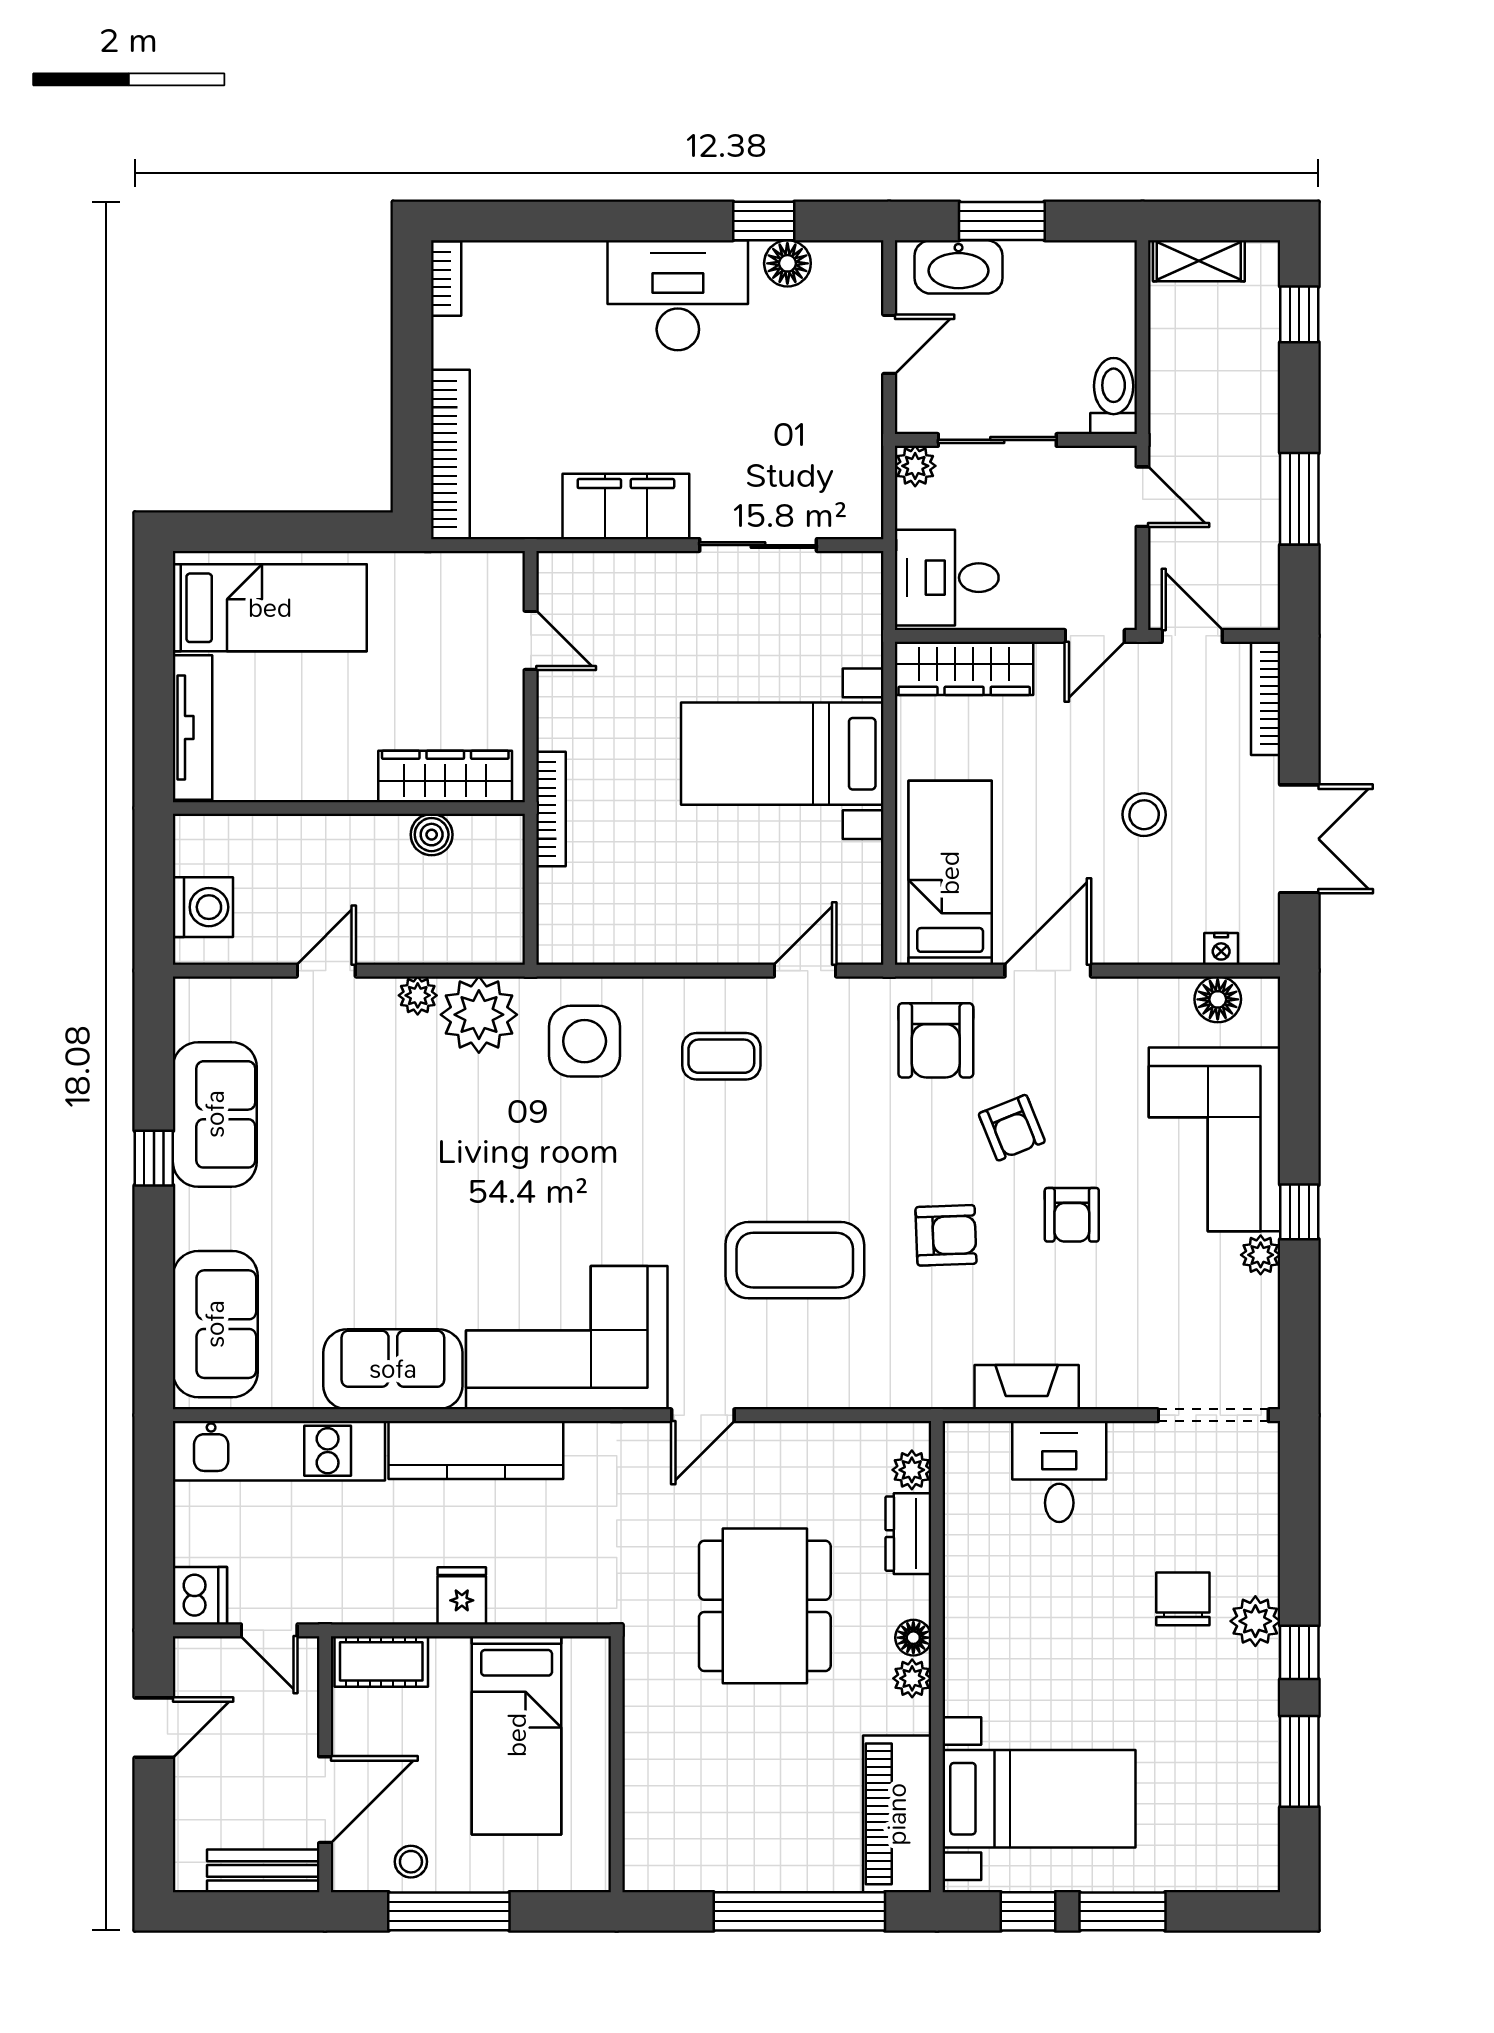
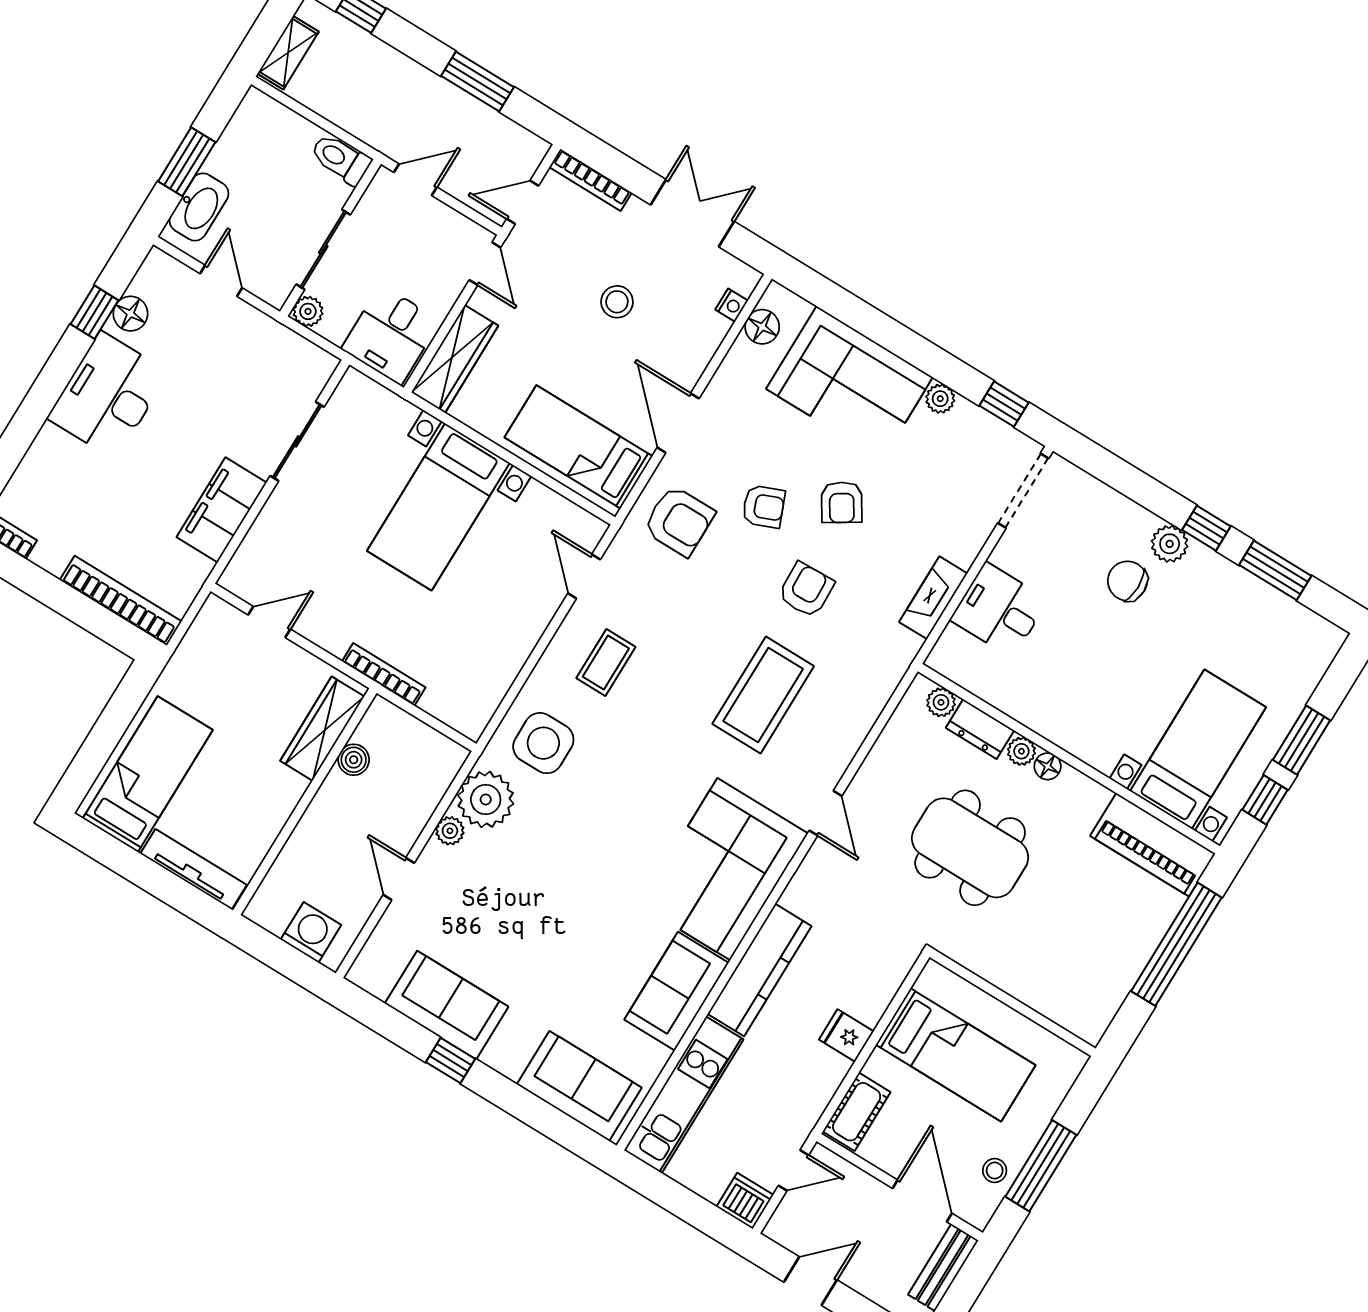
window: (1299, 1212) -> (1004, 404), moved
armchair: (1072, 1215) -> (842, 502), turned 58
plant: (912, 1678) -> (1021, 751), moved
door: (154, 1728) -> (810, 1281), hinge flipped

